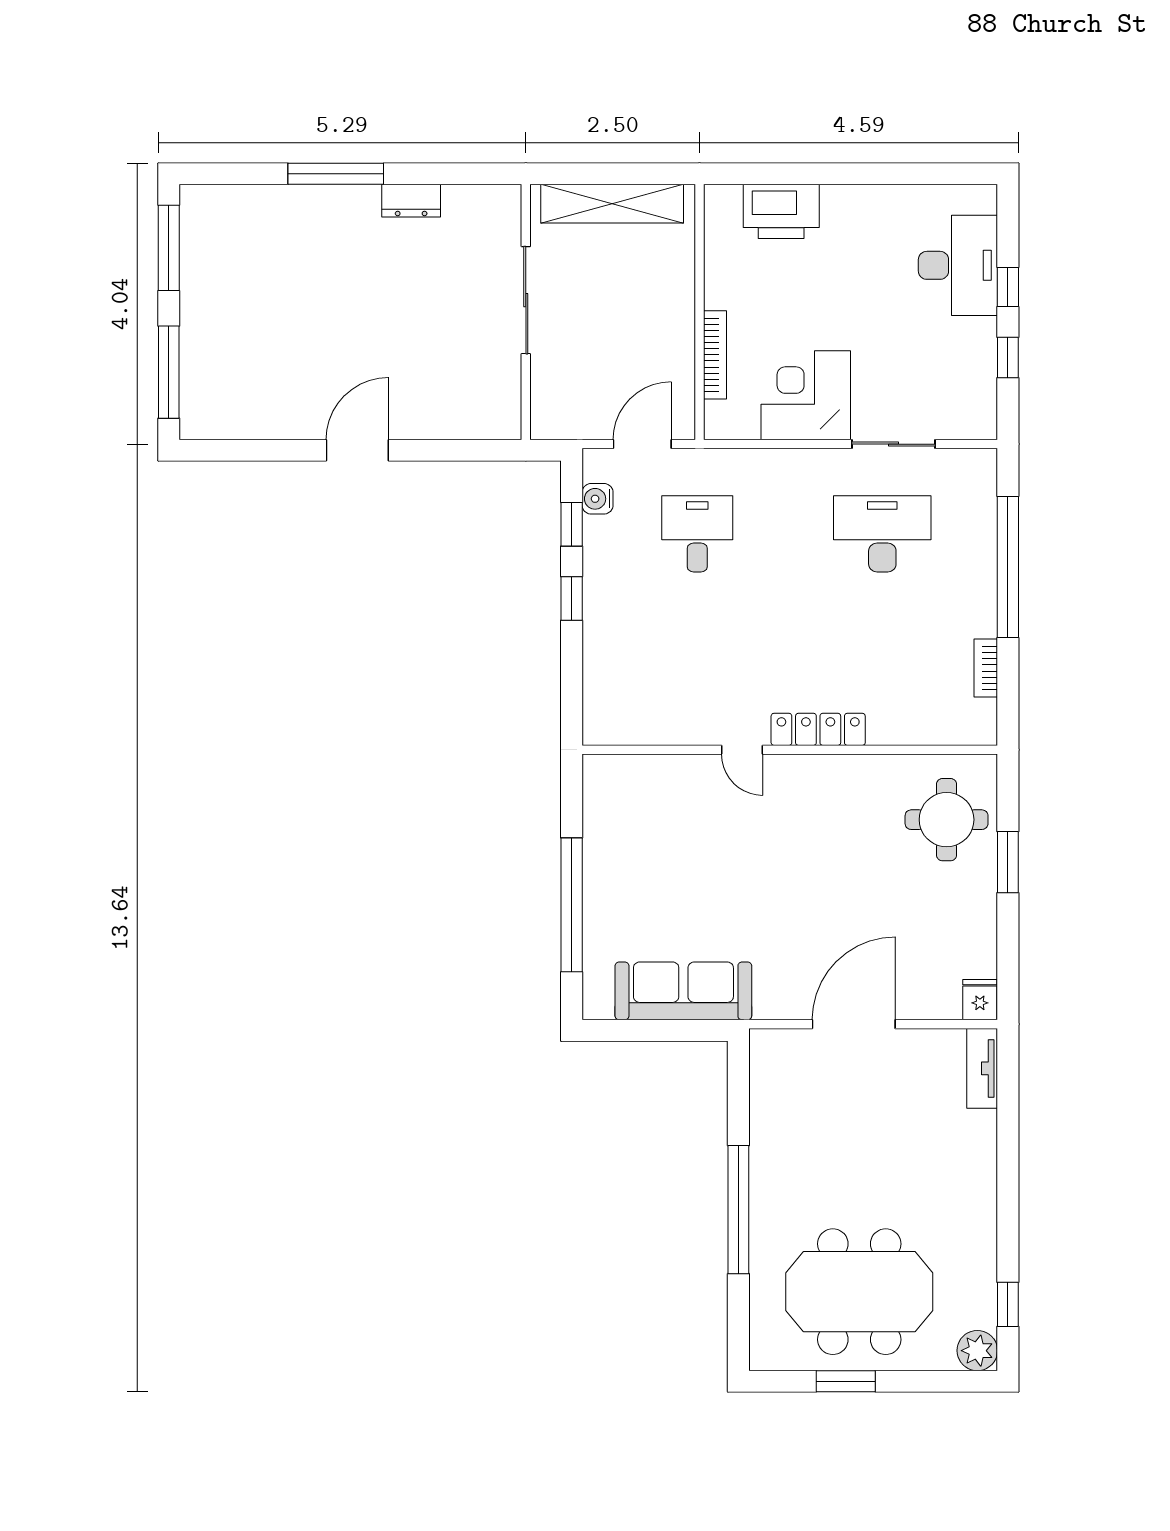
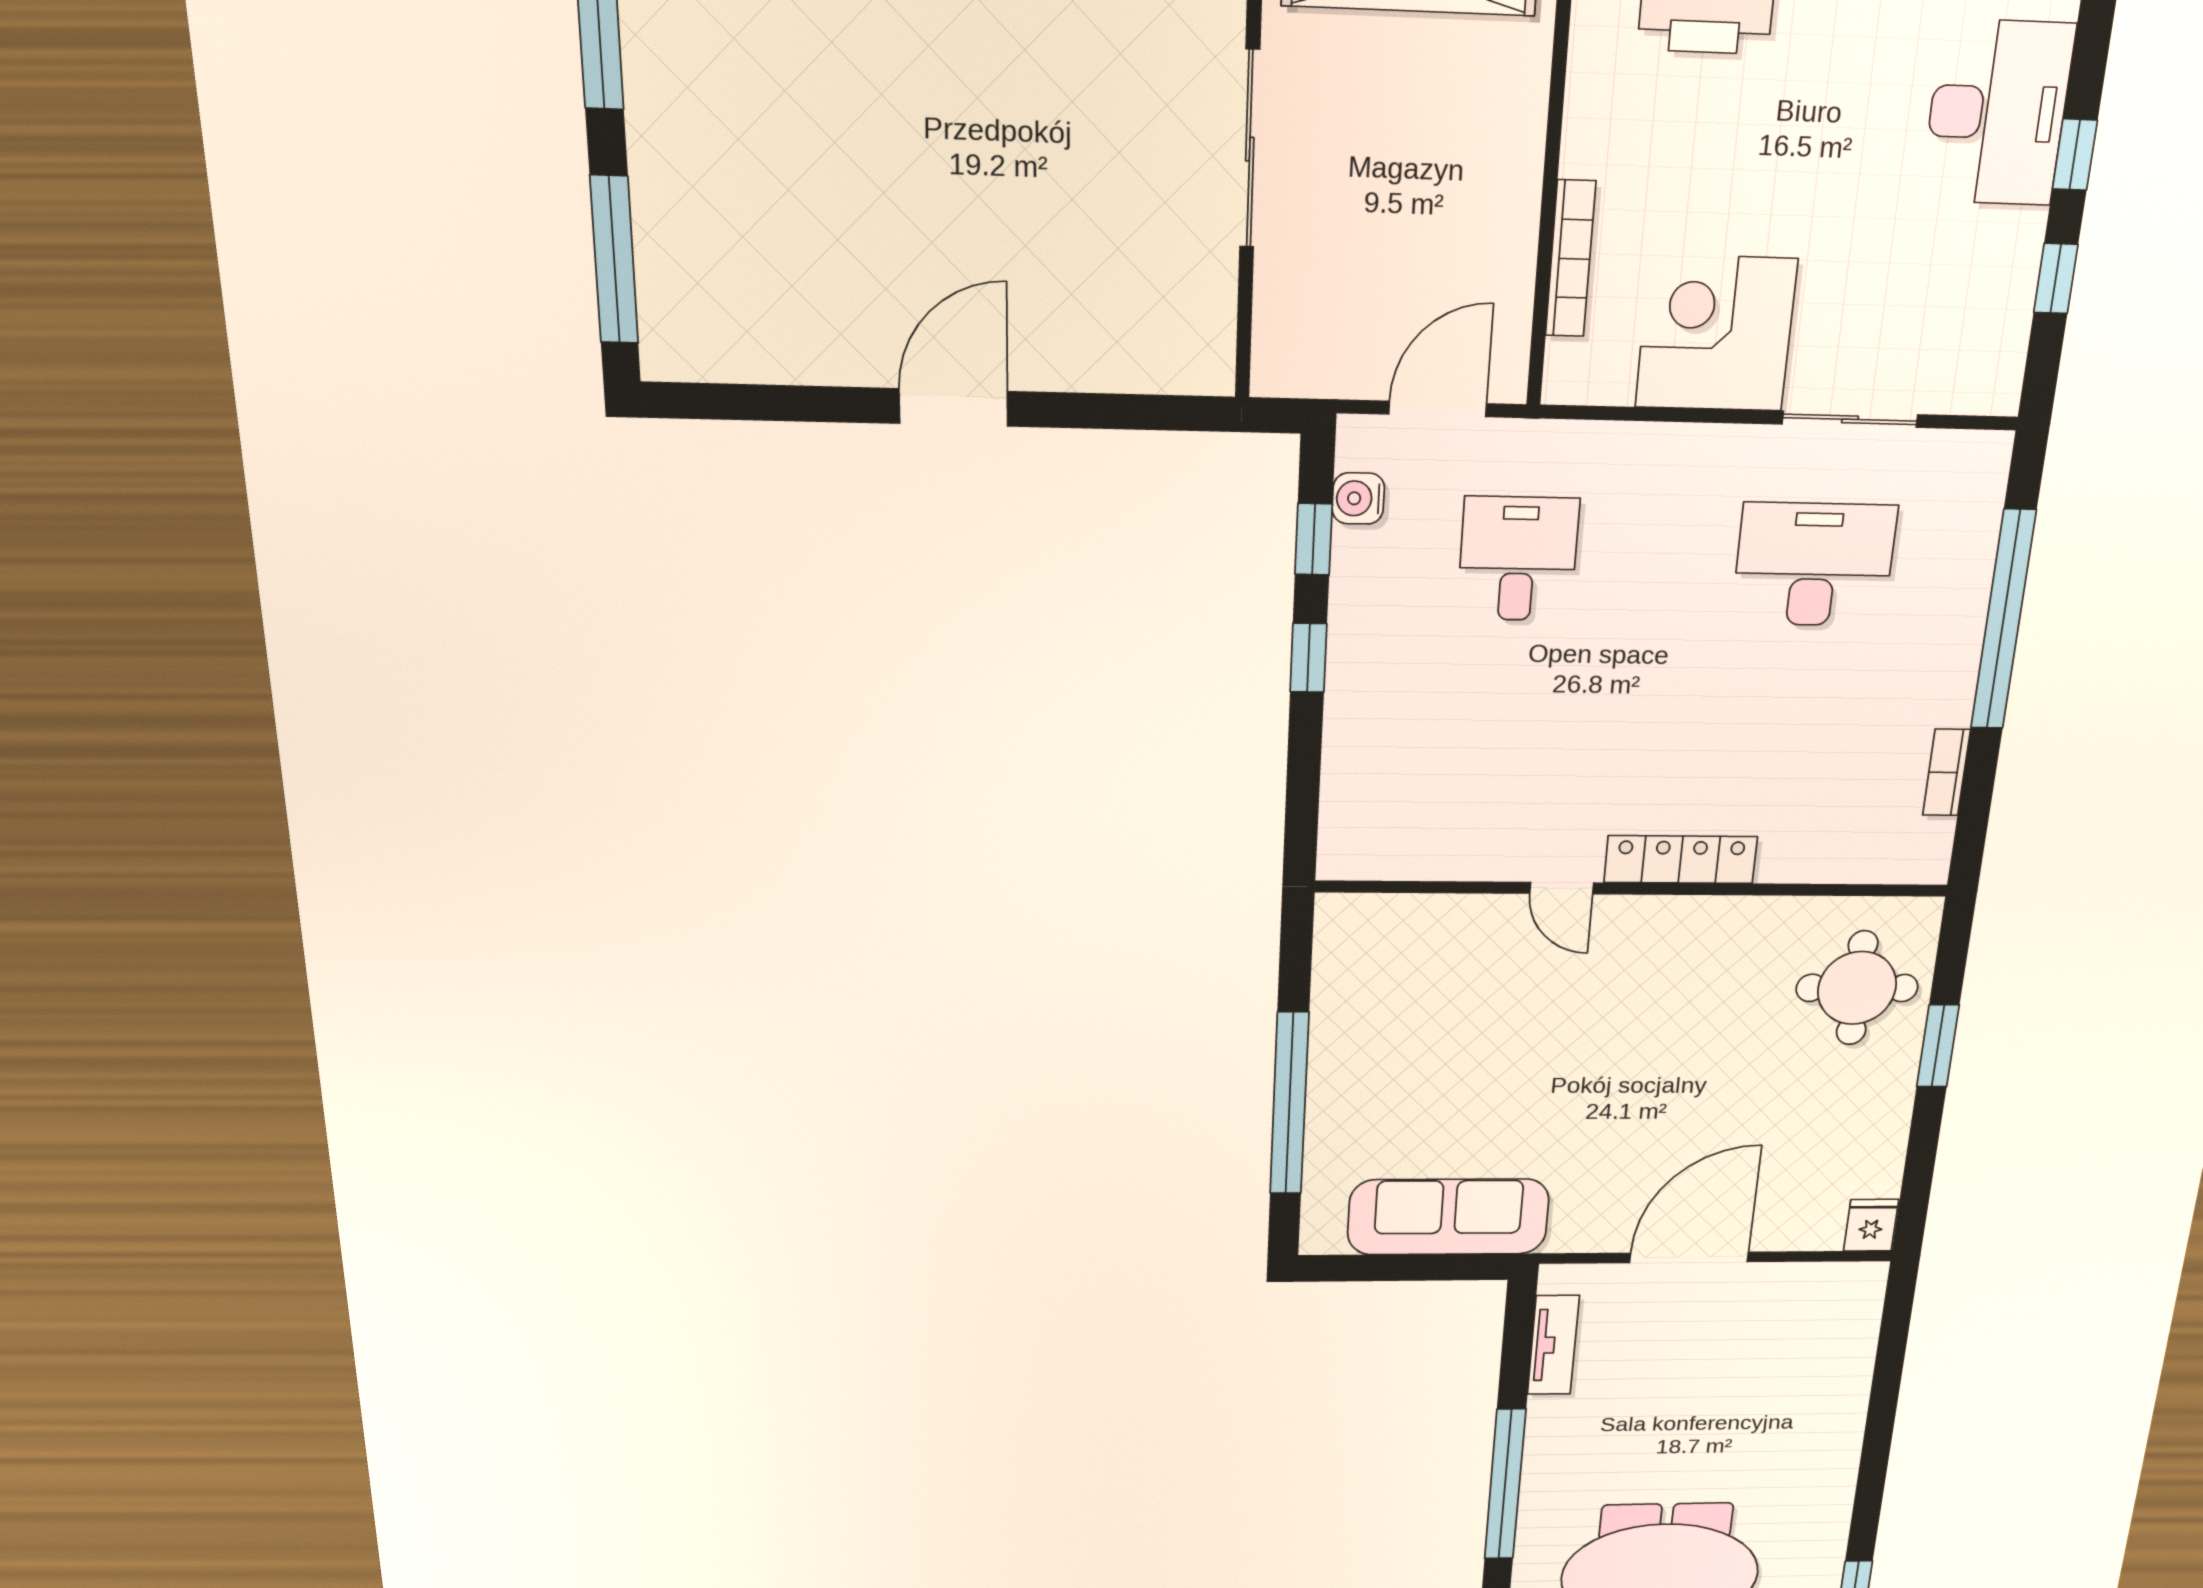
tv unit: (982, 1068) -> (1553, 1345), moved, turned 180

